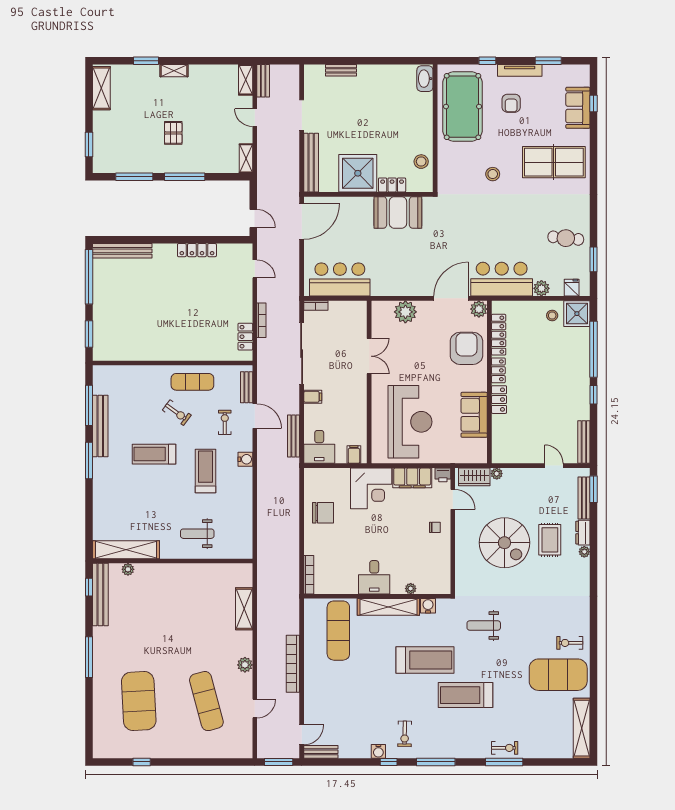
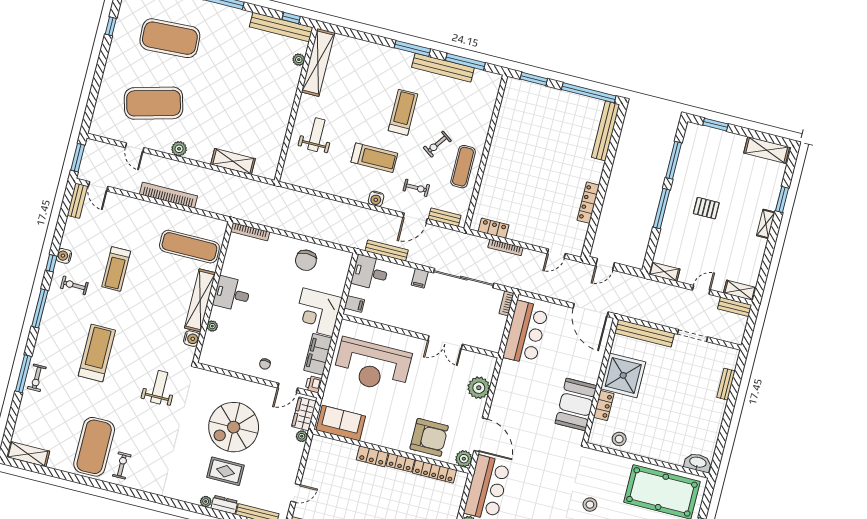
sofa: (474, 415) -> (341, 423), moved
treadmill: (425, 660) -> (116, 269), moved, width x0.73, depth x0.73
exercise mat: (206, 701) -> (154, 103), width x1.47
shelving: (582, 728) -> (28, 454), width x0.68

